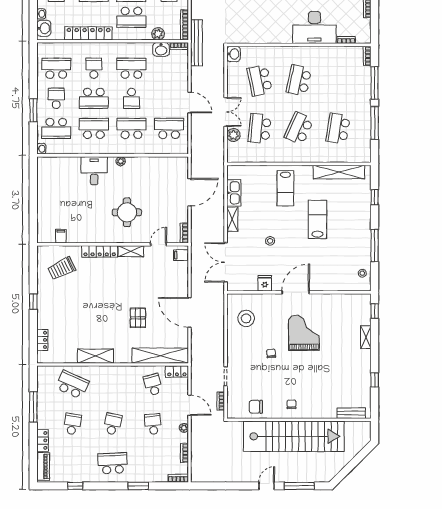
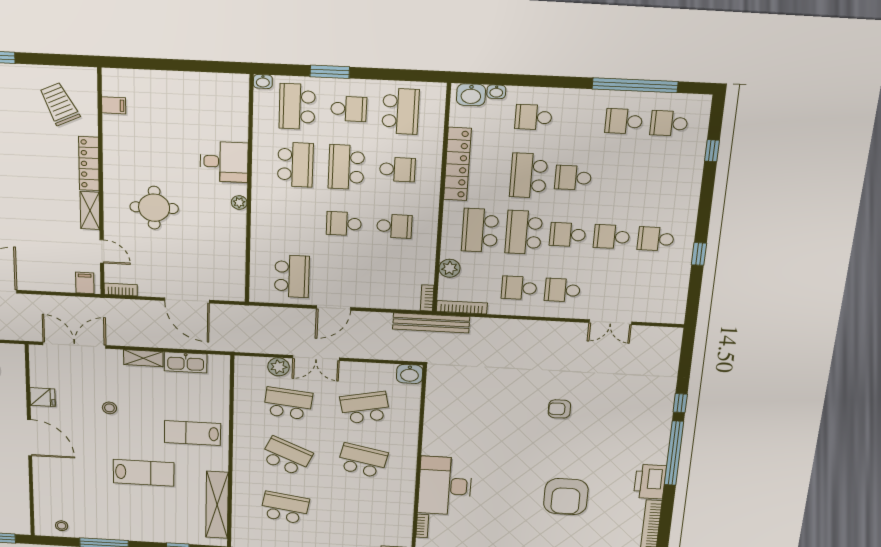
washbasin: (161, 49) -> (423, 271), removed
school desk: (131, 68) -> (394, 226), width x0.54
school desk: (131, 128) -> (294, 221), removed

